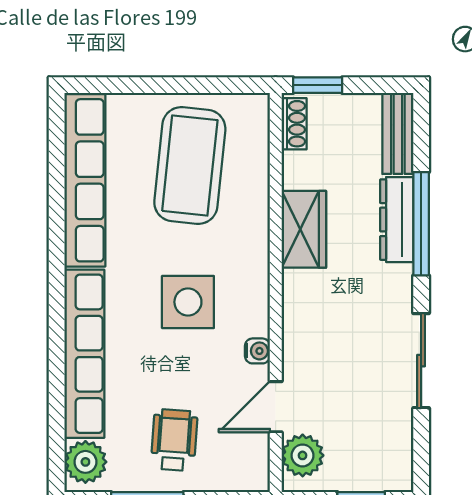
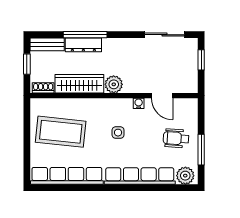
window: (318, 85) -> (27, 64), moved
wardrobe: (304, 229) -> (79, 84), width x1.50
side table: (188, 302) -> (118, 133), width x0.54, depth x0.54
sliding door: (421, 361) -> (164, 35), moved
plant: (303, 455) -> (114, 84), moved

